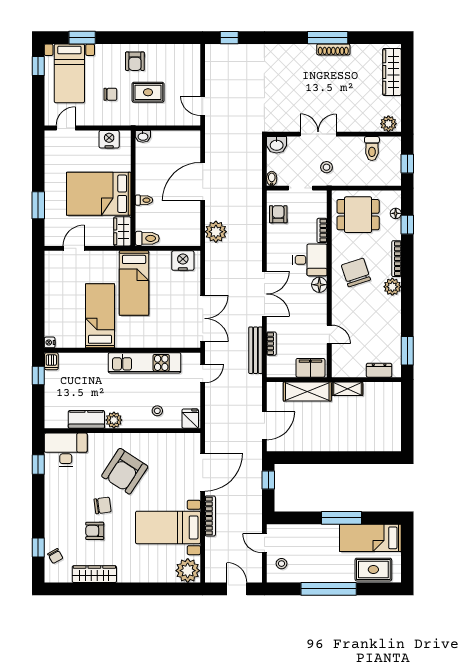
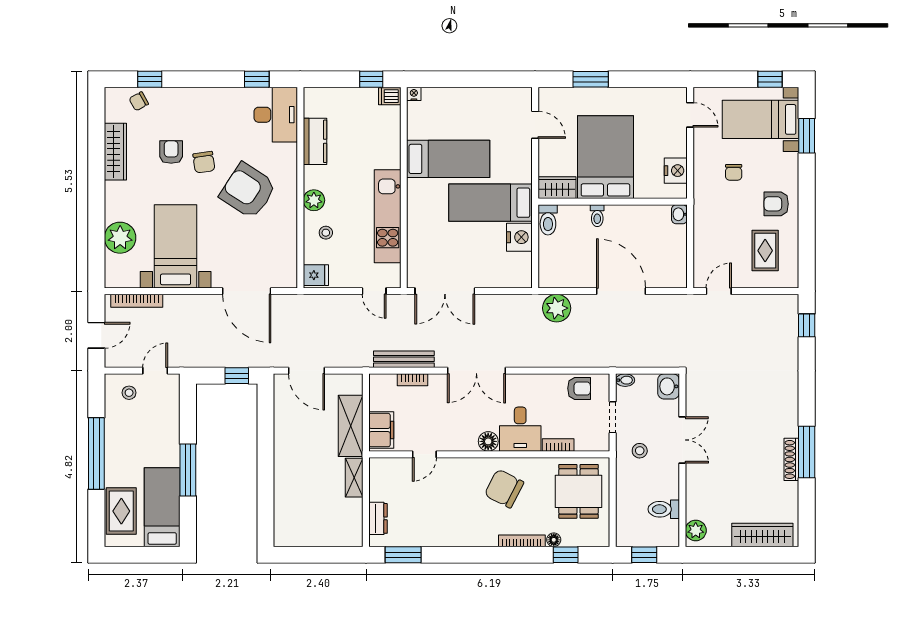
rug: (148, 92) -> (765, 251), moved
floor lamp: (396, 213) -> (554, 540), moved
nightstand: (183, 261) -> (519, 237), moved
chair: (356, 272) -> (504, 489), turned -135
plant: (392, 287) -> (486, 536), removed
plant: (114, 420) -> (314, 200), moved
bookcase: (210, 516) -> (137, 301), moved
plant: (188, 571) -> (120, 238), moved

